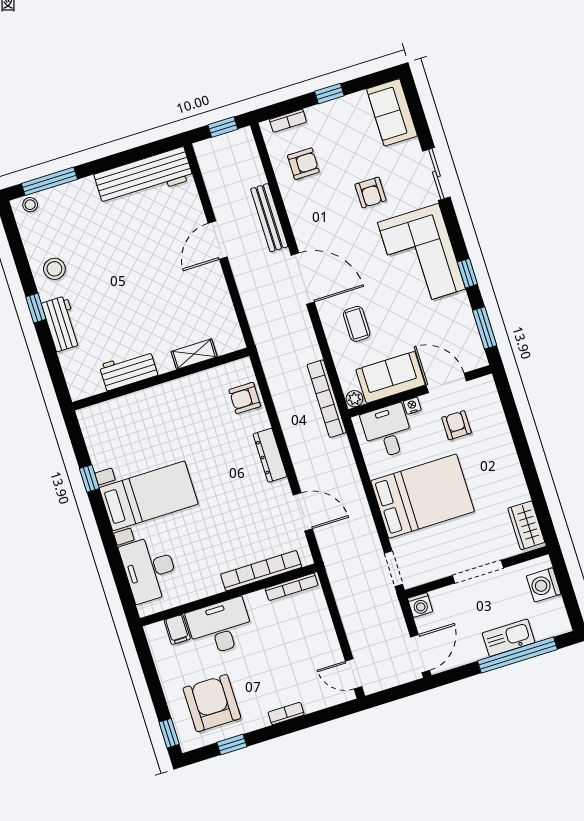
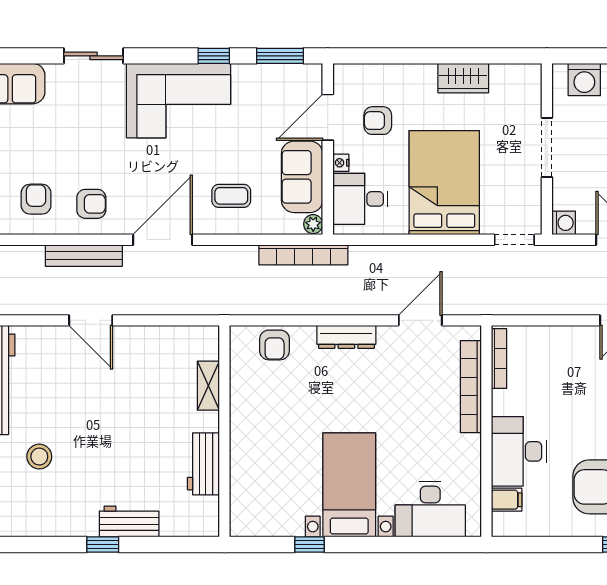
armchair: (370, 192) -> (91, 204), moved
stool: (54, 269) -> (39, 457), moved
wardrobe: (526, 525) -> (463, 78), moved

